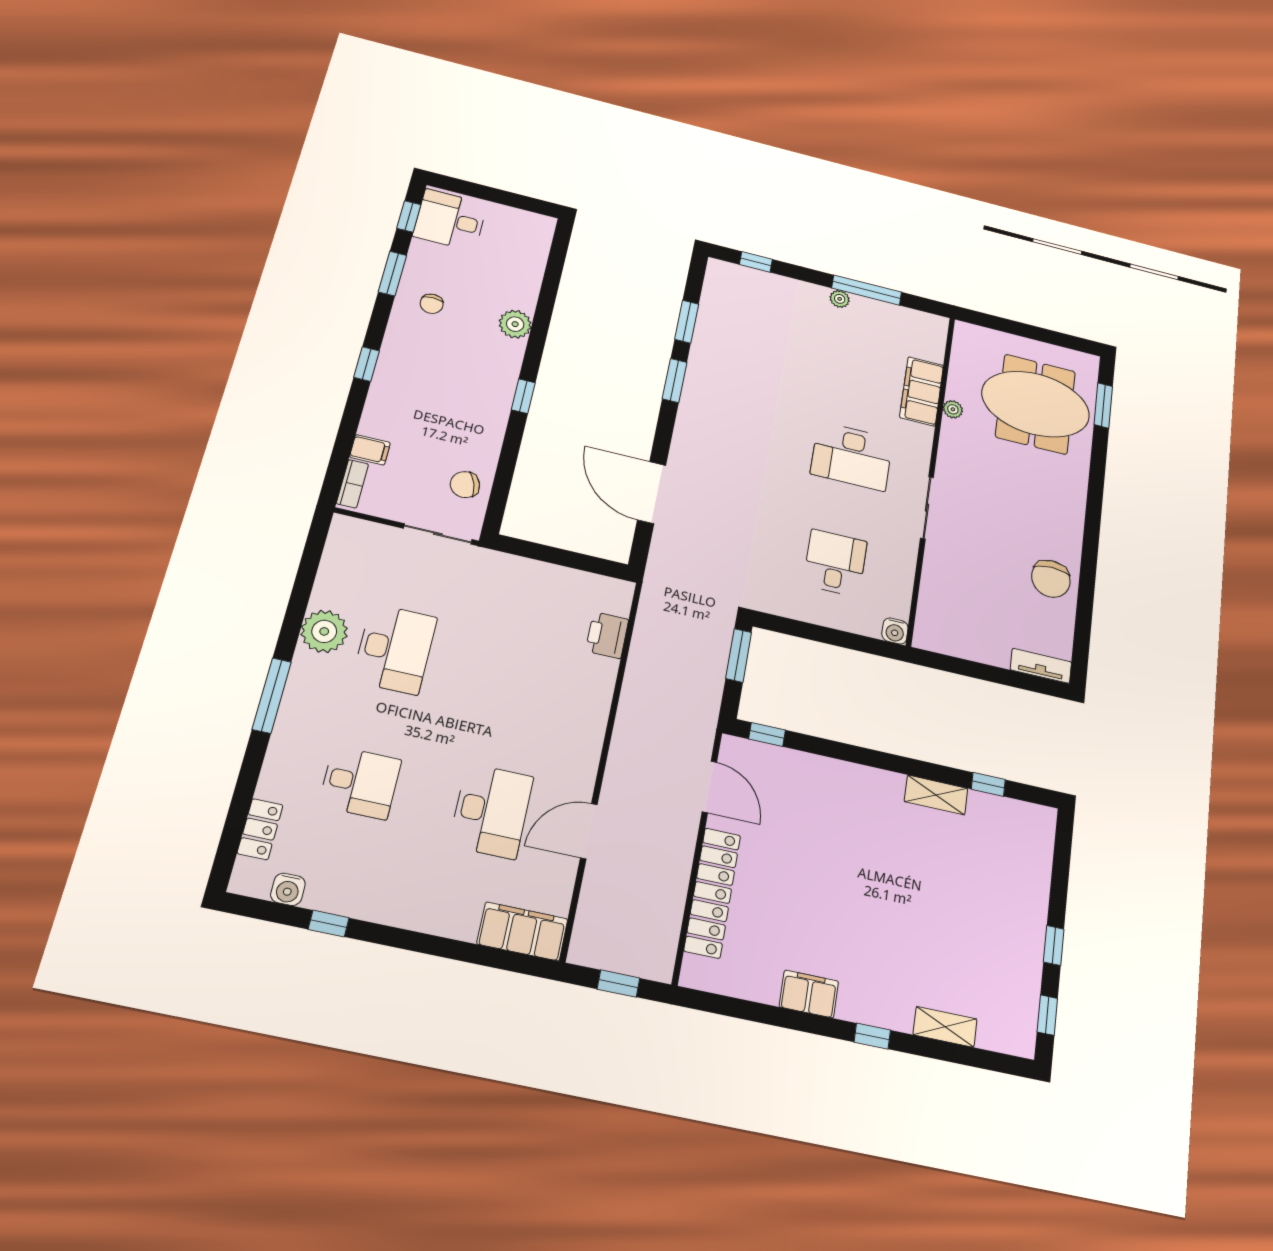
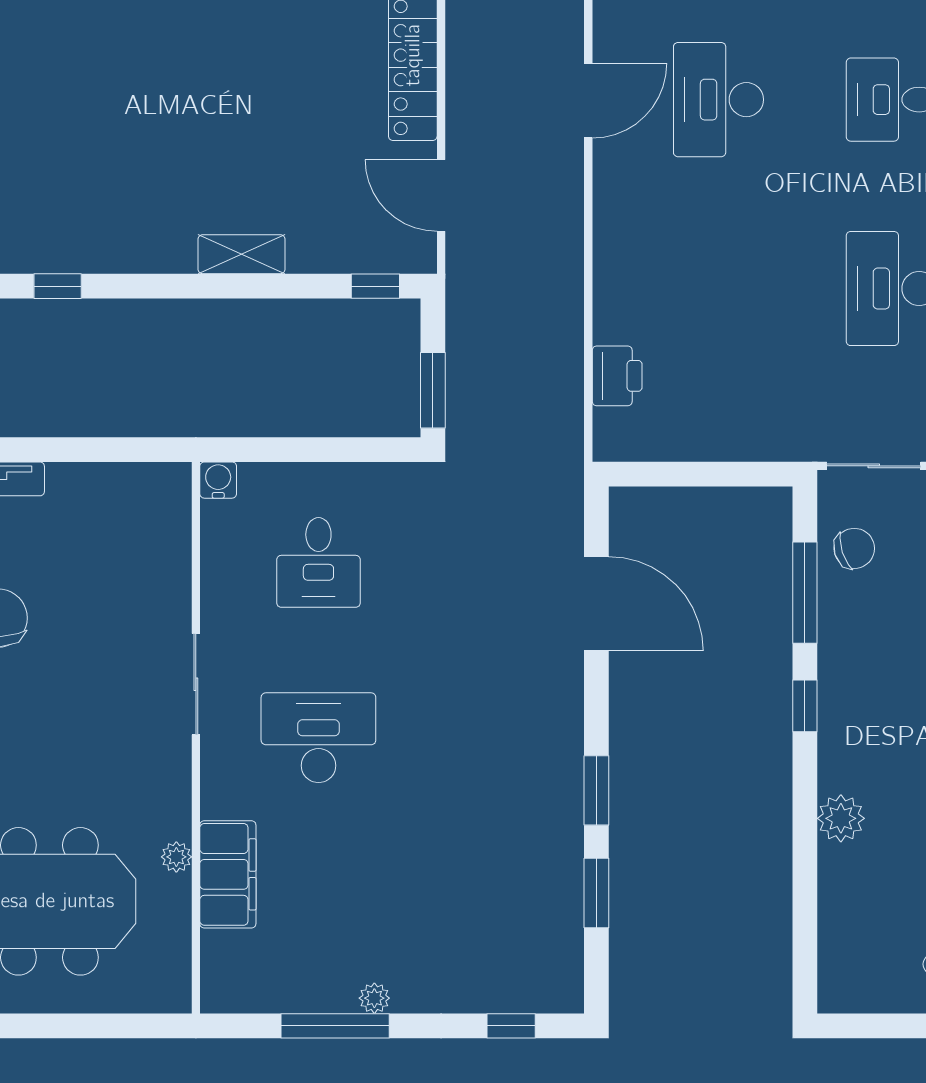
window: (506, 465) -> (805, 593), added
shelving: (936, 795) -> (242, 254), moved

